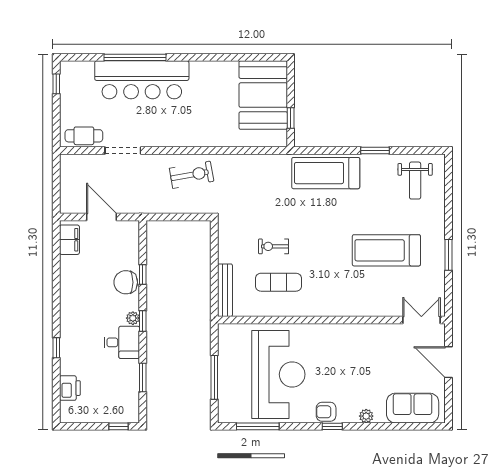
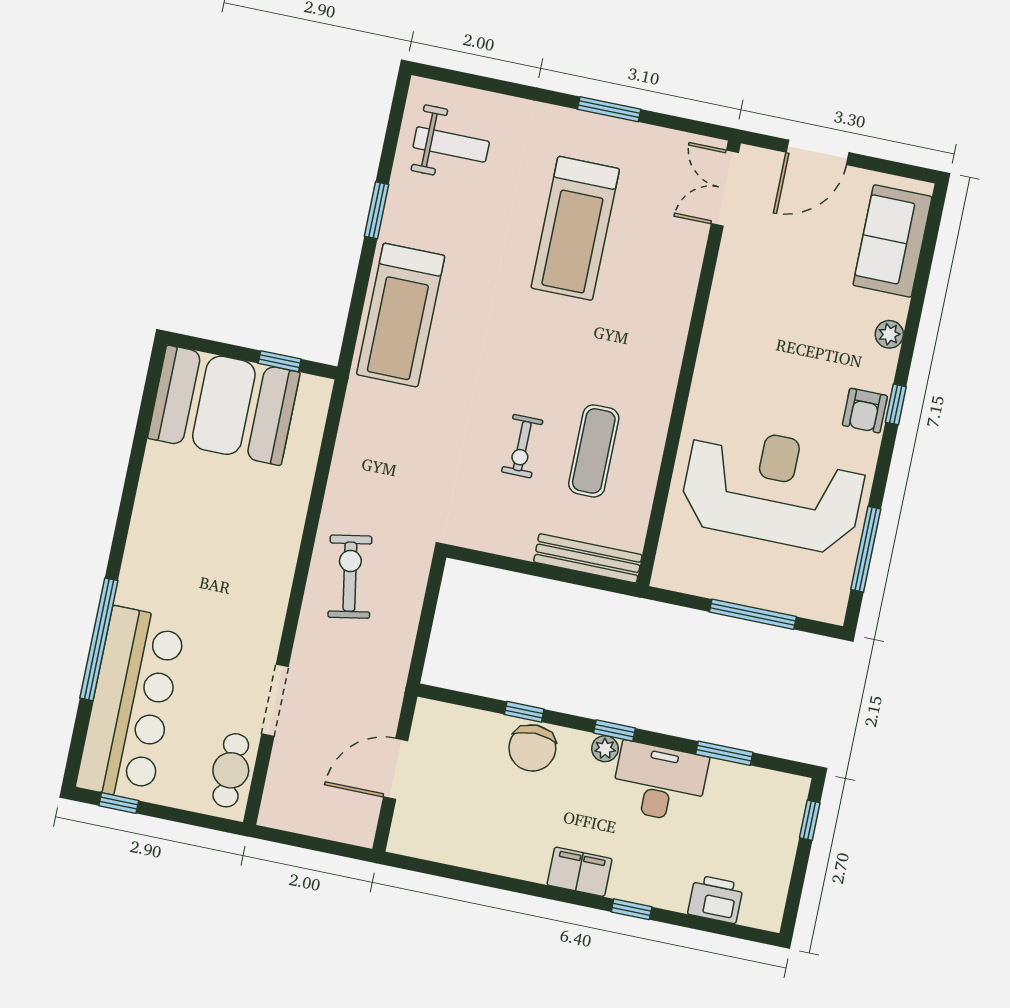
bar counter: (142, 80) -> (131, 704), moved
filing cabinet: (69, 240) -> (580, 872), moved
desk: (122, 342) -> (660, 782), width x1.37

